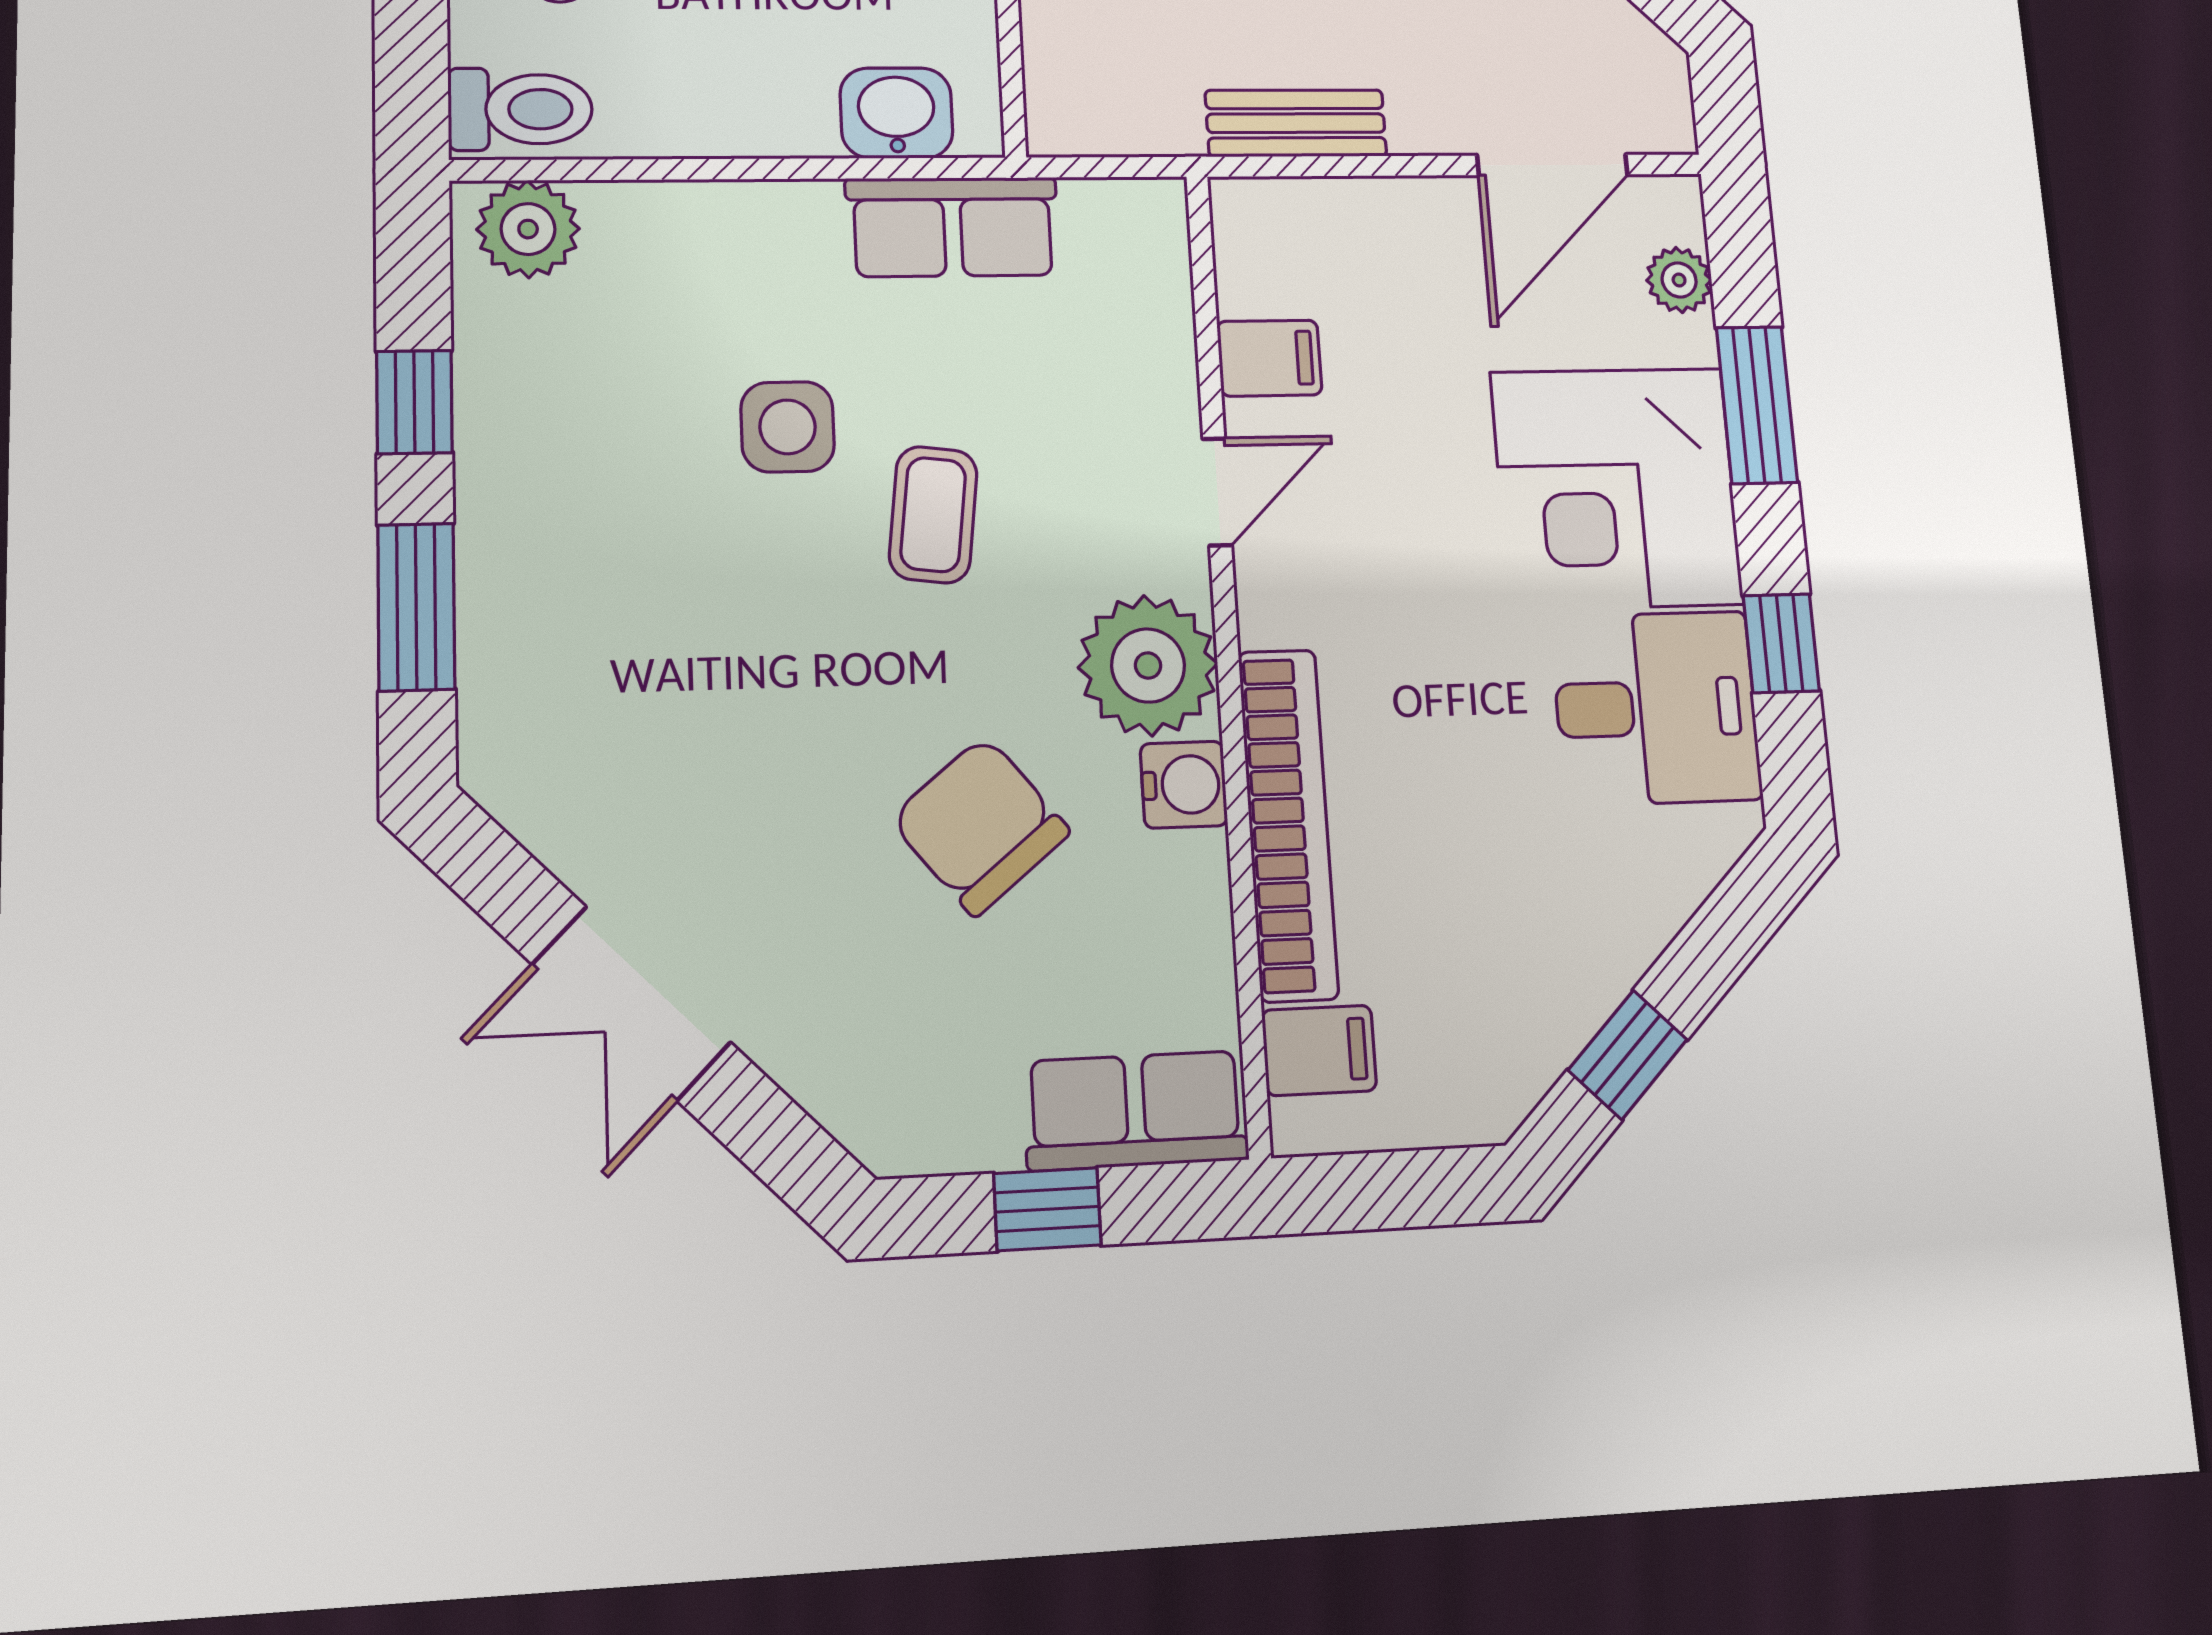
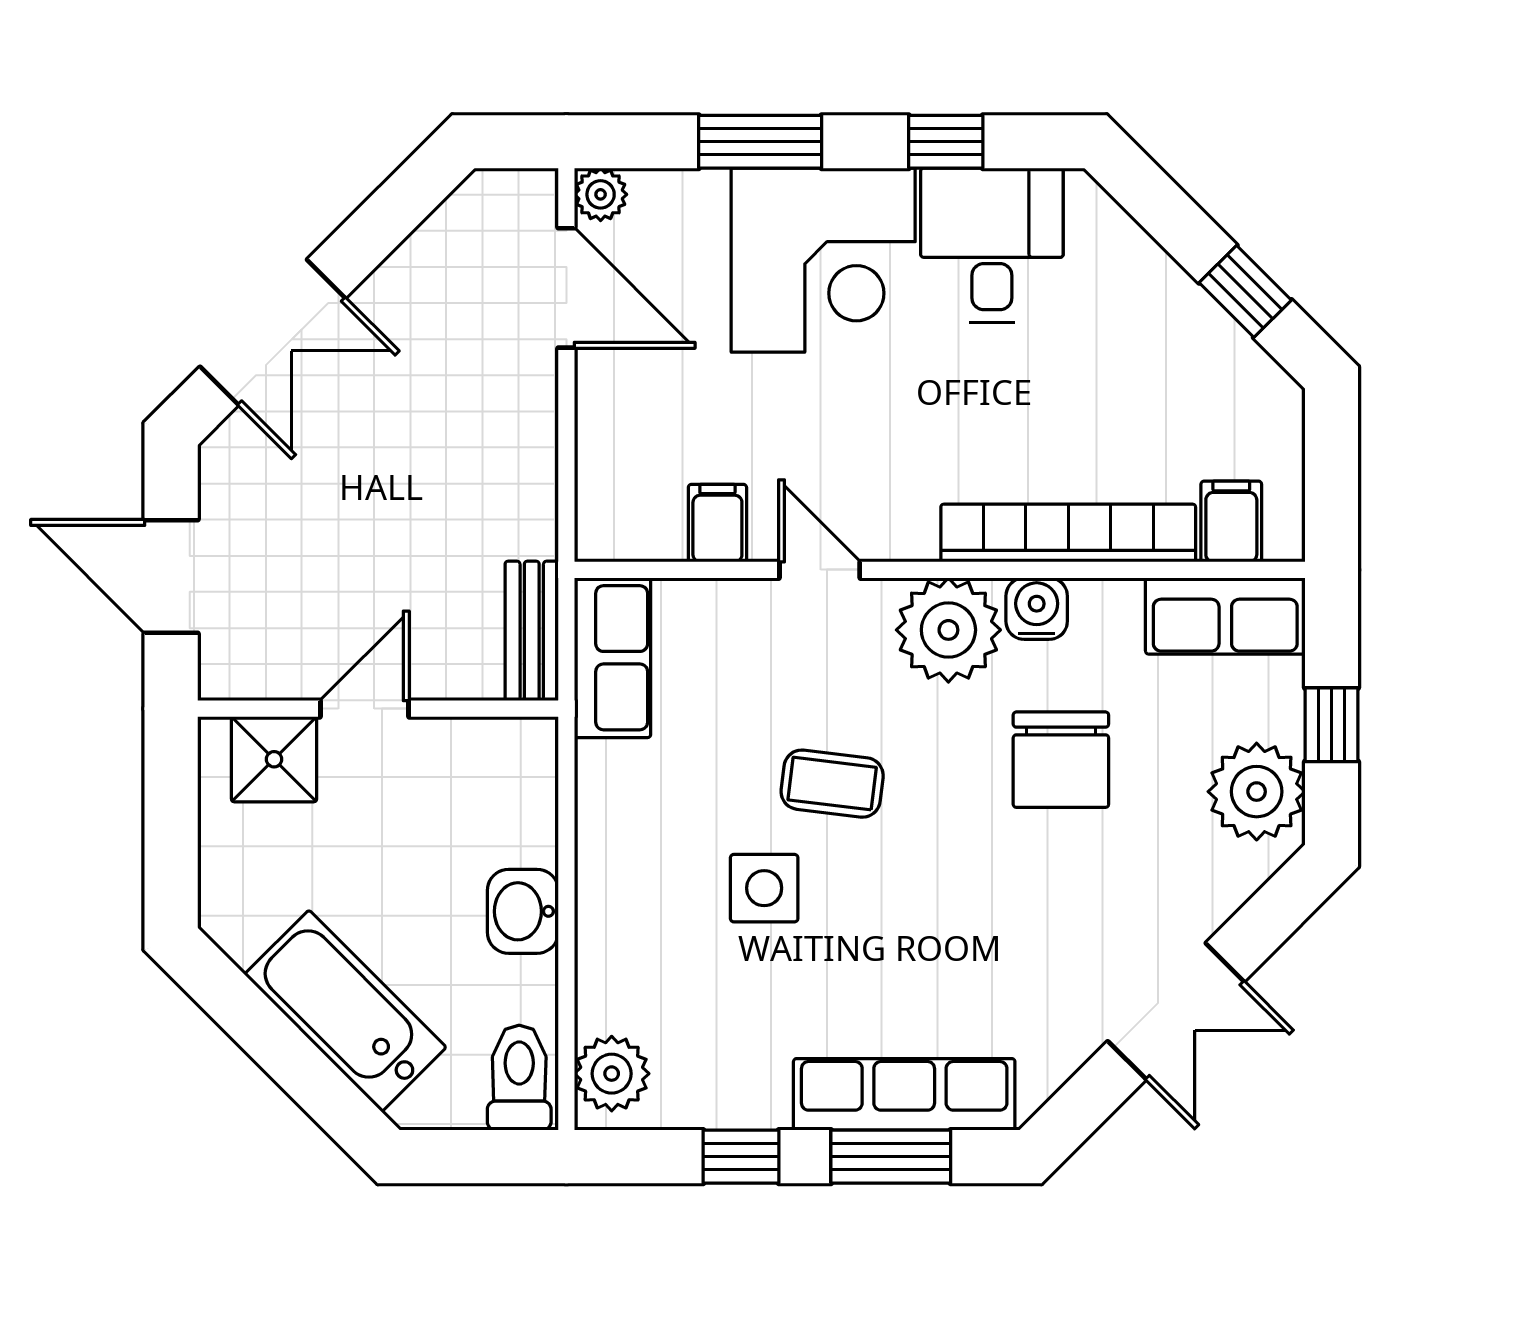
washbasin: (896, 113) -> (523, 911), moved
bench: (1296, 123) -> (532, 631), moved
row of seats: (953, 227) -> (612, 658), moved
plant: (1679, 280) -> (601, 194), moved
row of seats: (505, 623) -> (904, 1094), added
chair: (980, 826) -> (1061, 760), turned -51
plant: (948, 1105) -> (1257, 792), added
row of seats: (1136, 1111) -> (1225, 616), moved, turned -90

